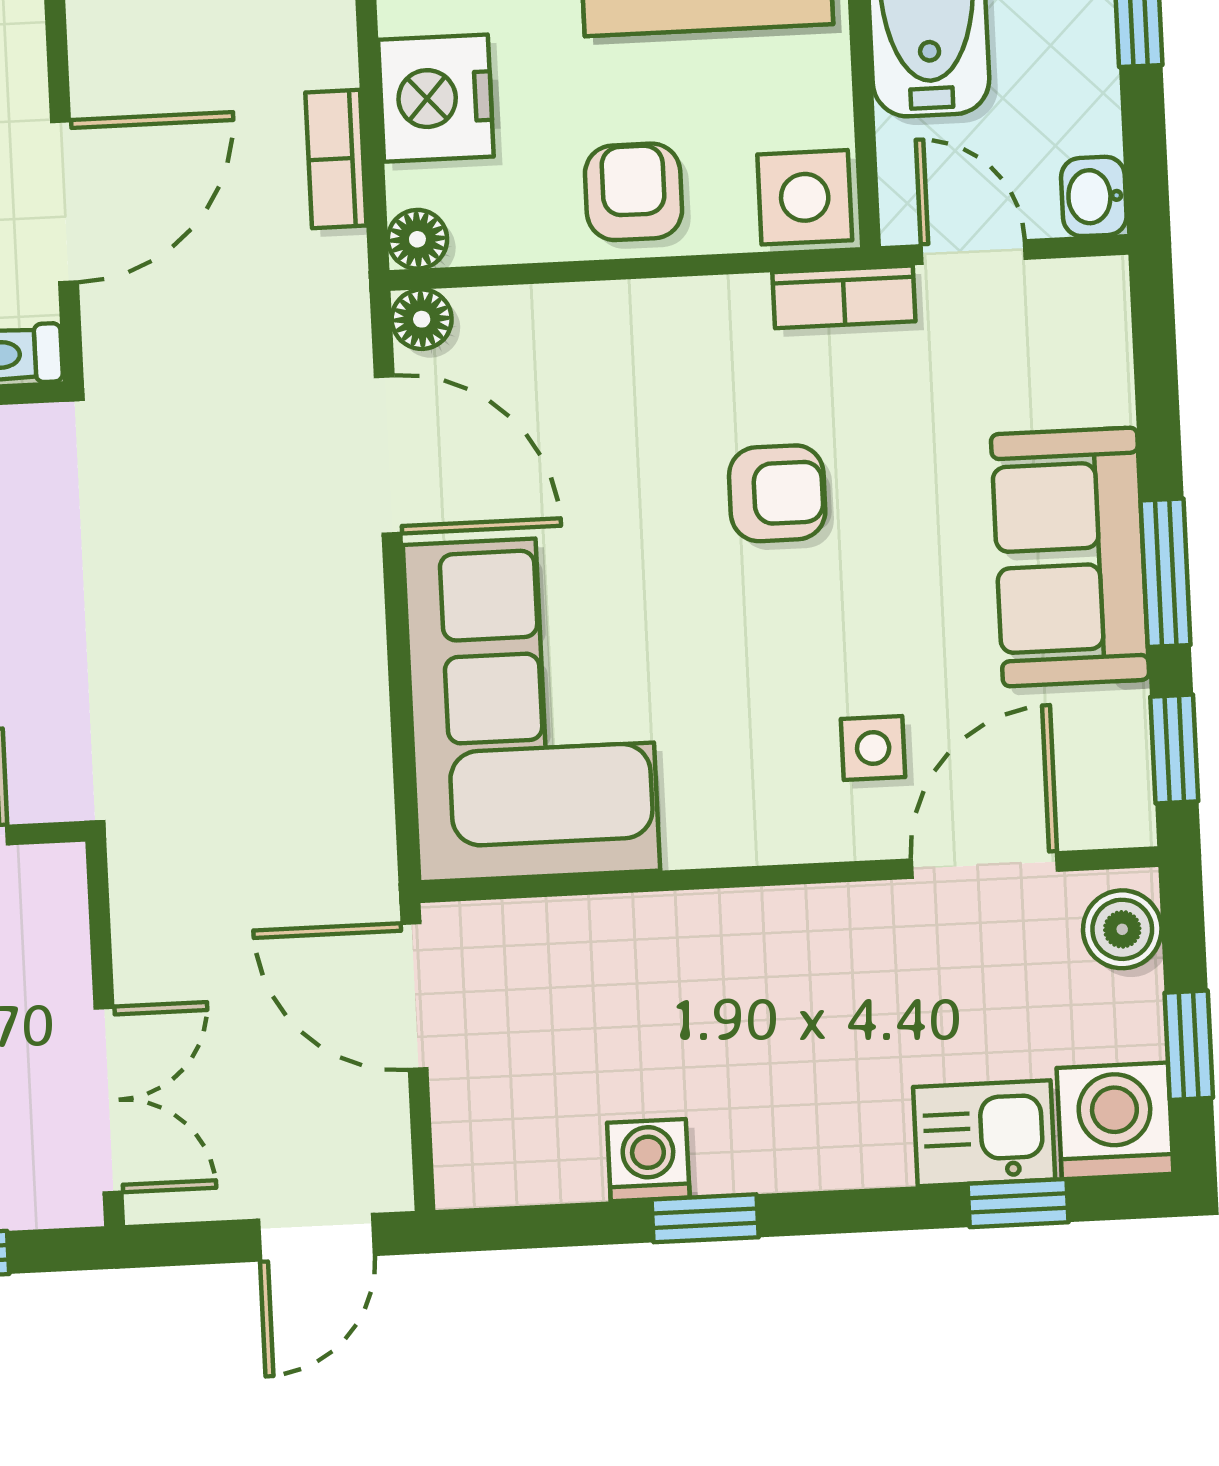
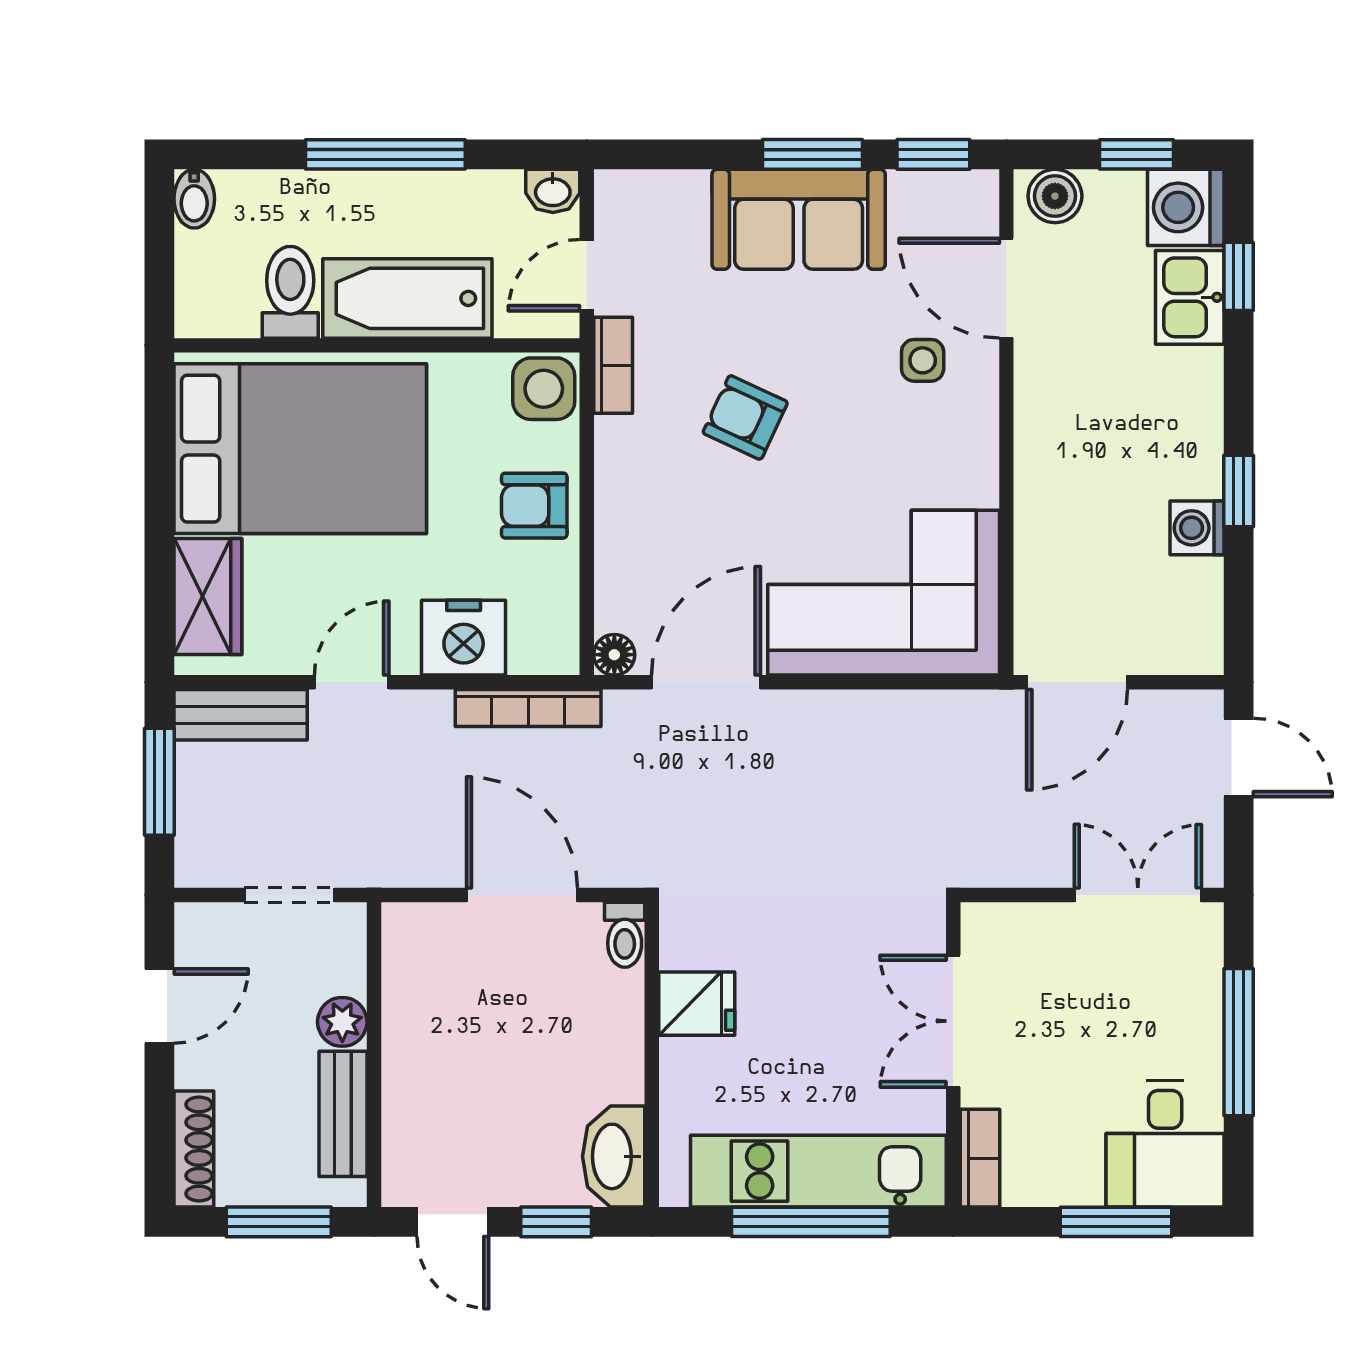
bookcase: (336, 159) -> (528, 708), width x1.56
floor lamp: (417, 239) -> (559, 655), removed
armchair: (777, 493) -> (745, 417), turned -65

